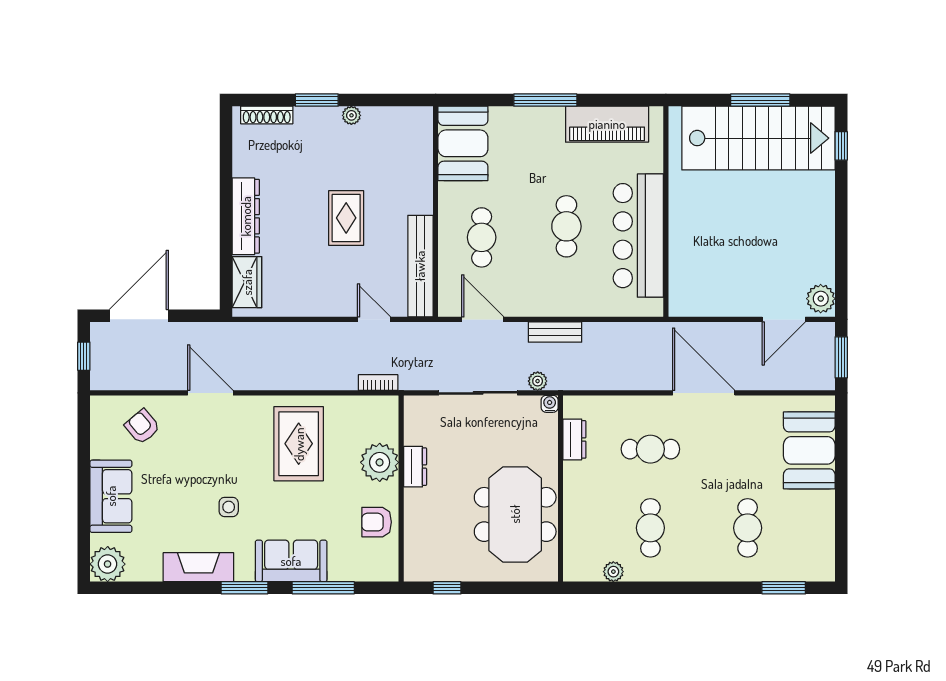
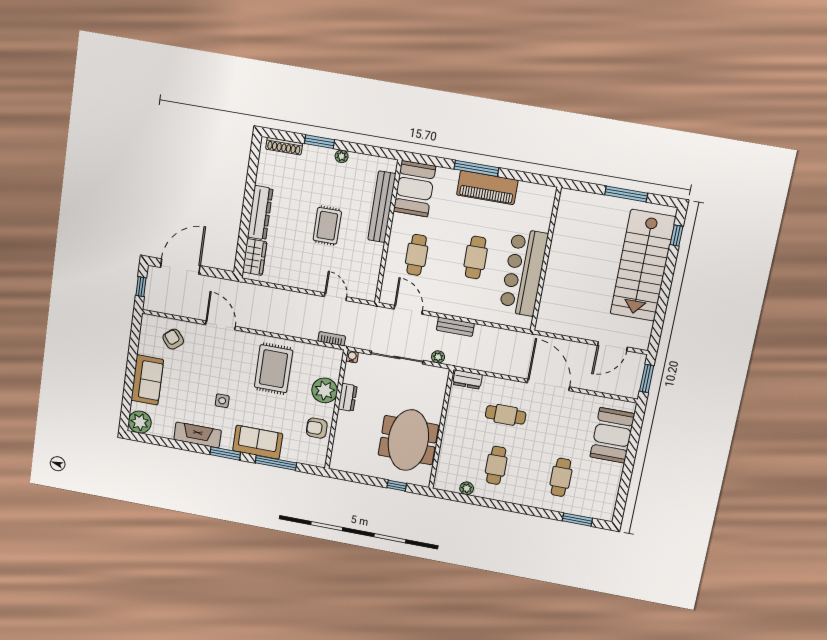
piano: (607, 124) -> (487, 188), moved
stairs: (758, 138) -> (643, 266), moved, turned 90
bench: (420, 266) -> (382, 207), moved
plant: (821, 299) -> (641, 337), removed
water cooler: (550, 404) -> (352, 357), moved
dresser: (574, 439) -> (467, 380), moved, turned 90
window: (447, 588) -> (397, 486), moved

